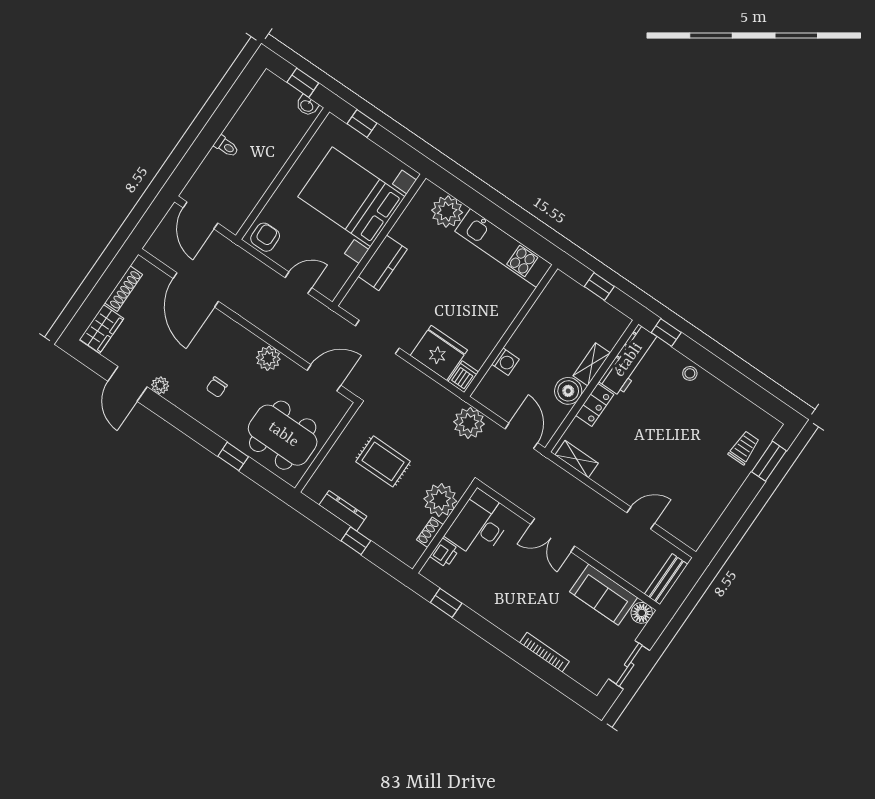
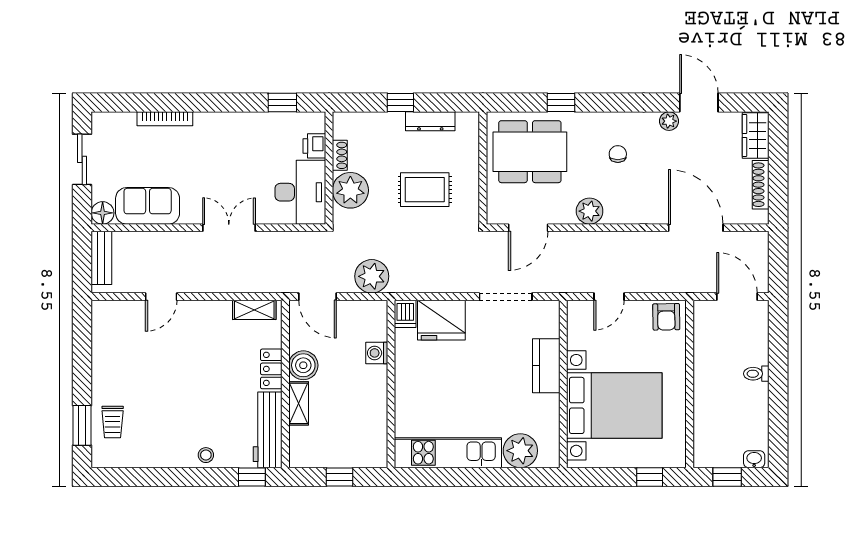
washbasin: (307, 106) -> (754, 459), moved

